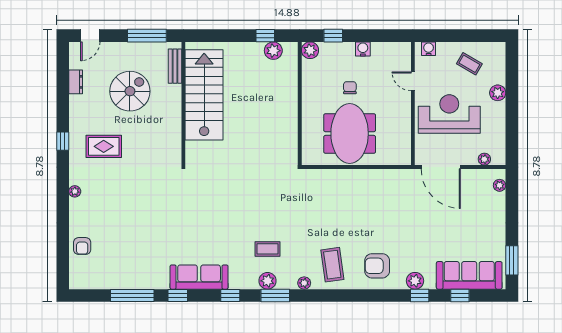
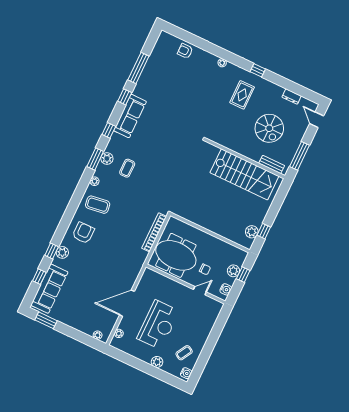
water cooler: (429, 49) -> (186, 373), moved
plant: (310, 50) -> (233, 271), moved
door: (413, 81) -> (200, 291), moved
wall: (413, 104) -> (186, 284), moved
bookcase: (333, 175) -> (154, 232), added

